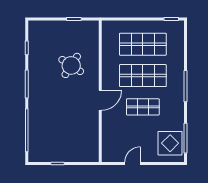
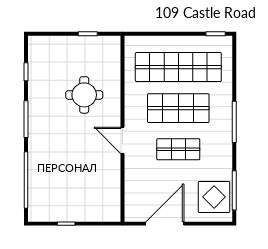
shop shelf: (143, 44) -> (178, 67), width x1.40
round table: (71, 65) -> (84, 95), turned -33
door: (100, 100) -> (122, 140), swing flipped
door: (133, 164) -> (165, 224), width x1.88

